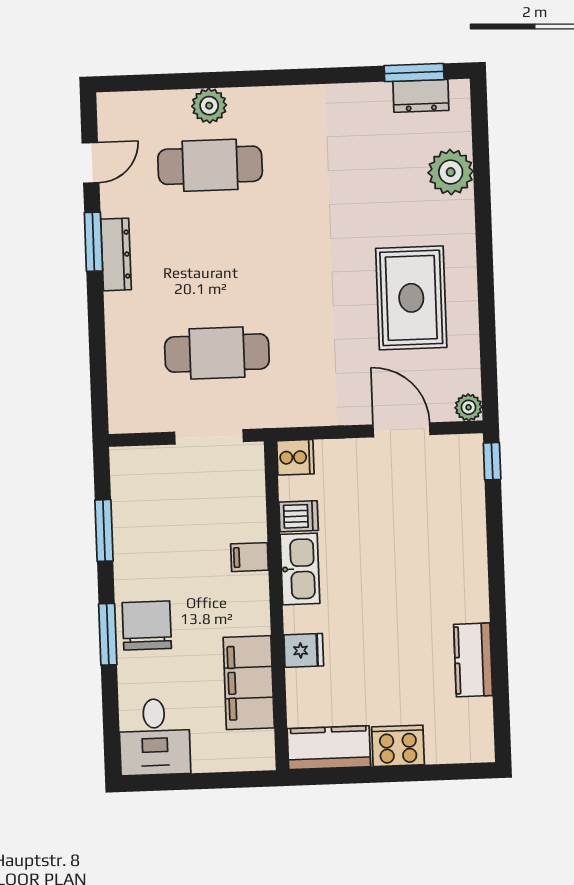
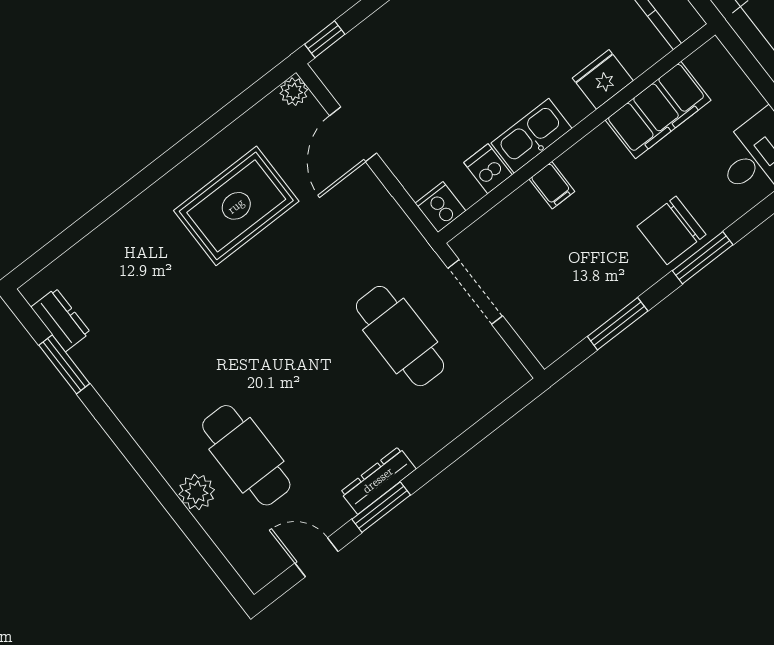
window: (414, 73) -> (64, 364), moved
plant: (451, 172) -> (107, 249), removed
fridge: (304, 650) -> (603, 79), width x1.38

